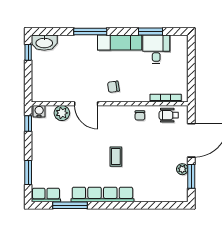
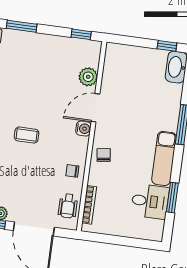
chair: (113, 87) -> (104, 155), moved
water cooler: (39, 111) -> (83, 129), moved
wheelchair: (169, 115) -> (68, 206), turned 180

